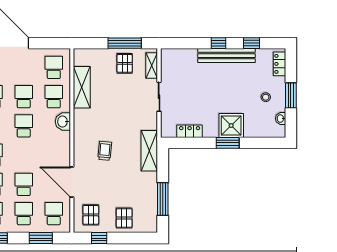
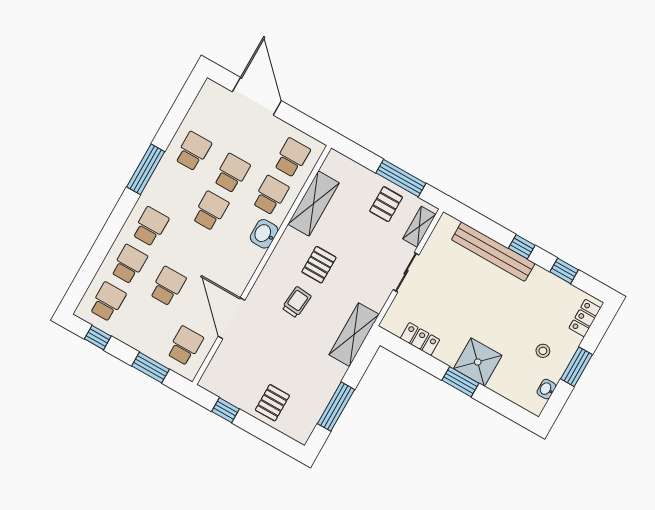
bench: (226, 56) -> (493, 252), moved
school desk: (24, 214) -> (146, 324), removed
pallet: (91, 215) -> (319, 265), moved

